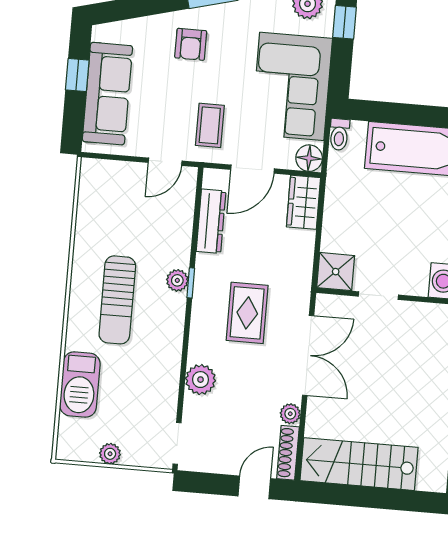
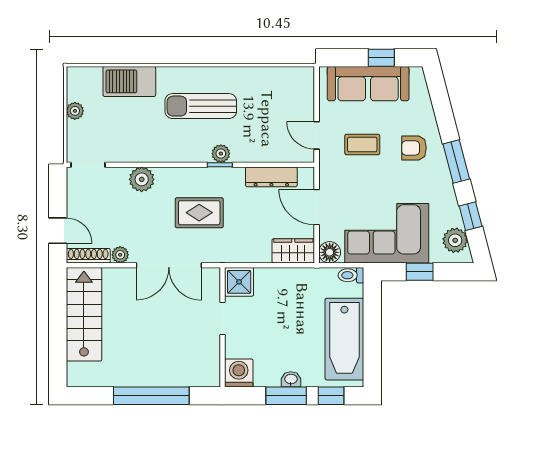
window: (345, 22) -> (420, 272), moved
coffee table: (210, 125) -> (362, 145), moved

